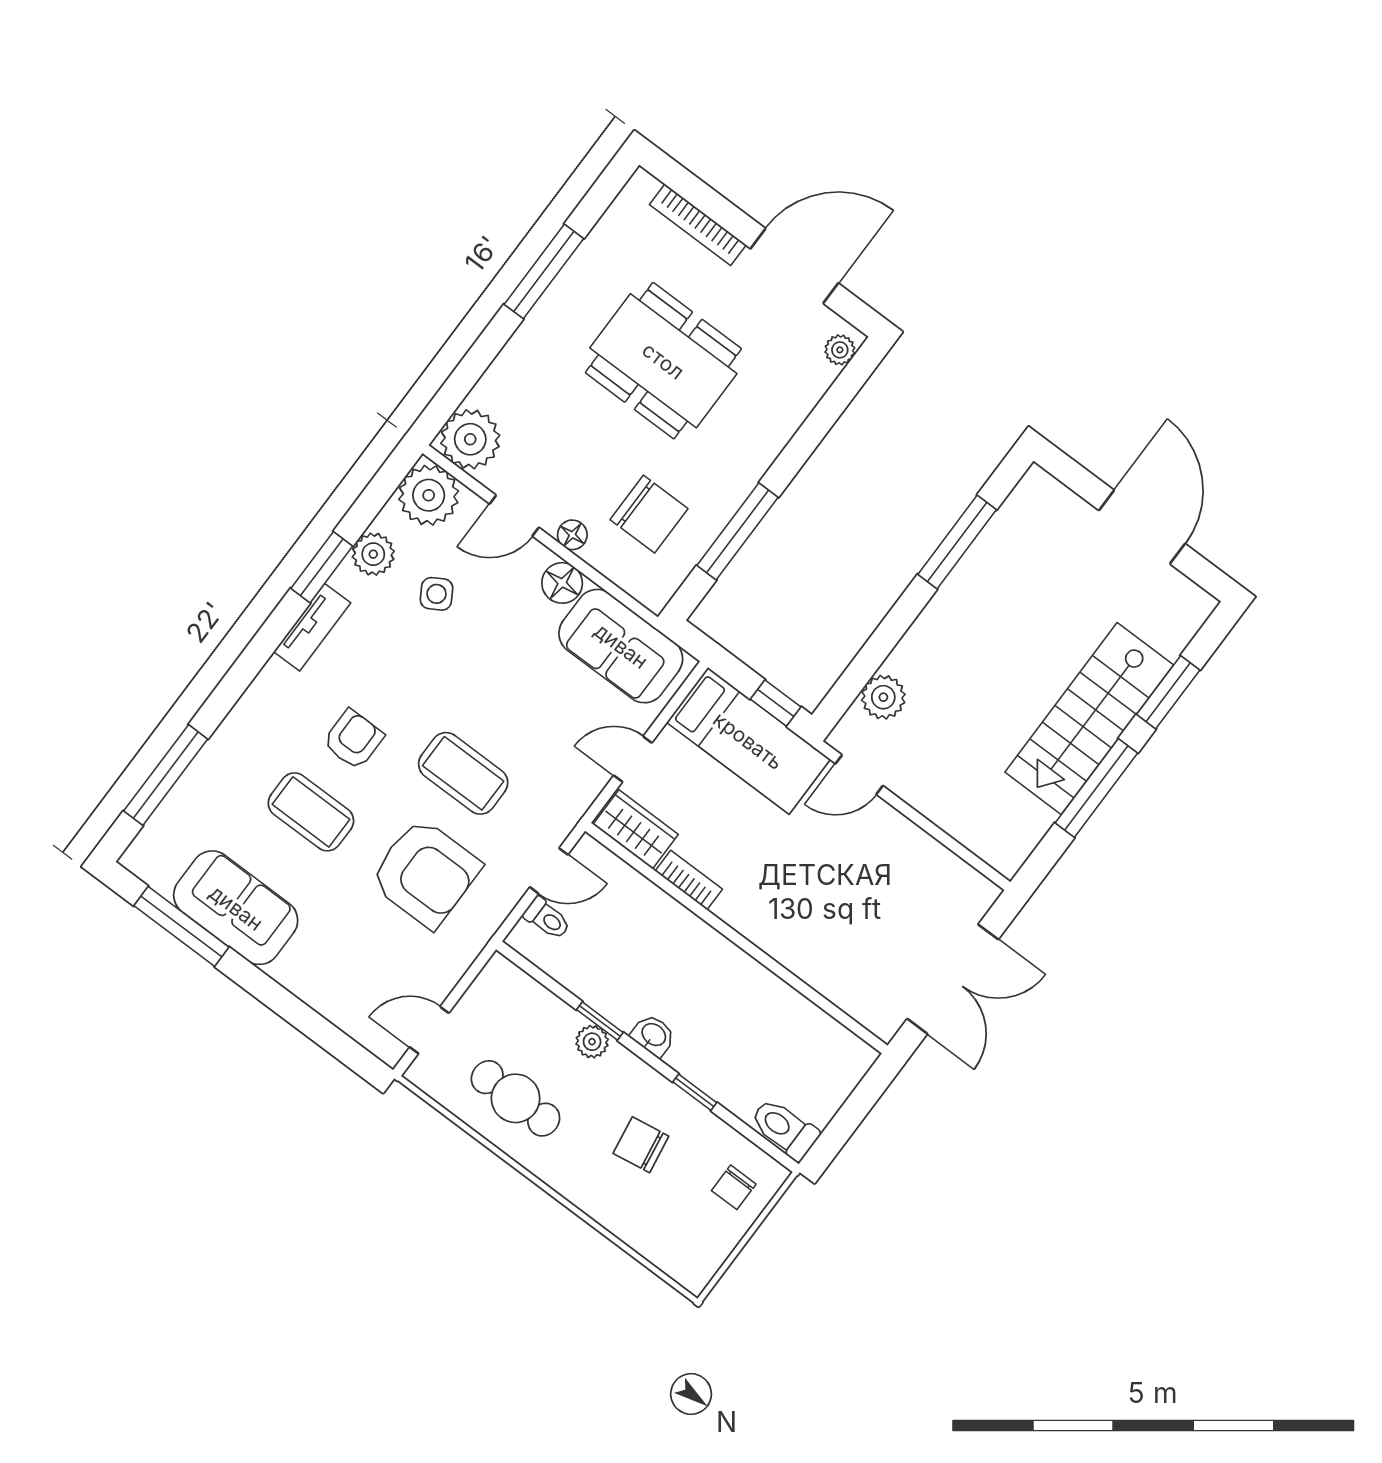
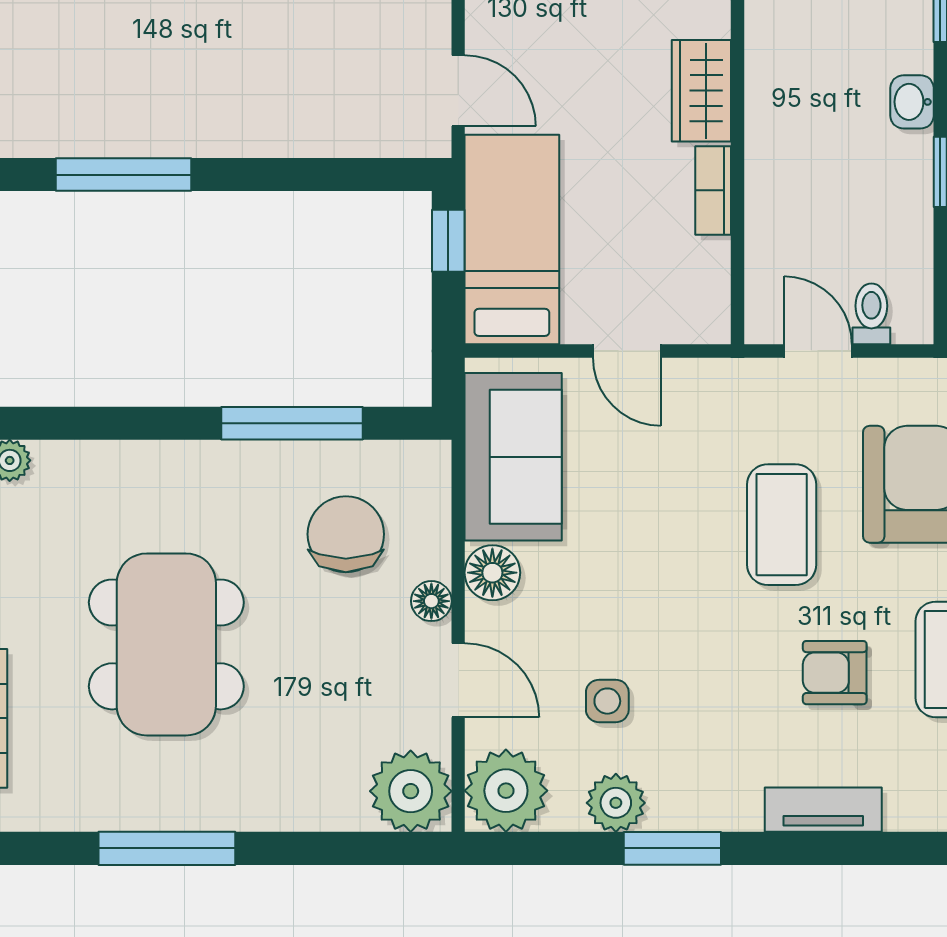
side table: (437, 594) -> (607, 701), turned 31
tv unit: (312, 627) -> (823, 810), moved
plant: (883, 697) -> (354, 128), removed
wardrobe: (636, 829) -> (701, 91), moved

